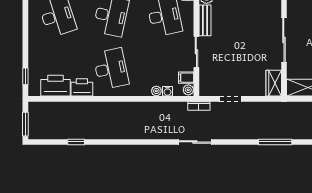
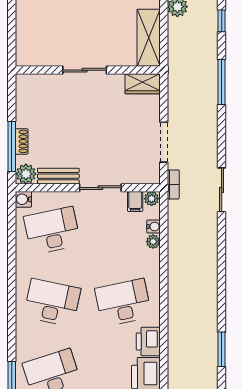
sliding door: (284, 40) -> (85, 70), width x0.73
doorway: (230, 99) -> (164, 142), width x1.38
window: (76, 142) -> (222, 349), width x1.50

